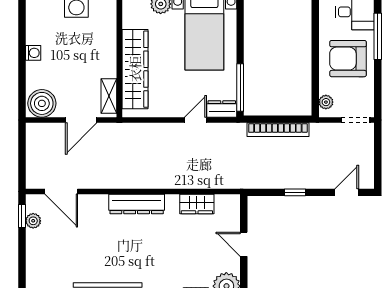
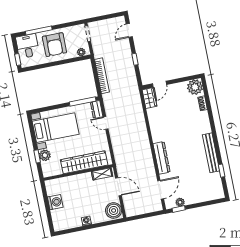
door: (347, 192) -> (129, 30), hinge flipped
dresser: (137, 204) -> (162, 158), moved
wardrobe: (197, 204) -> (150, 98), moved
door: (244, 244) -> (159, 84), moved

